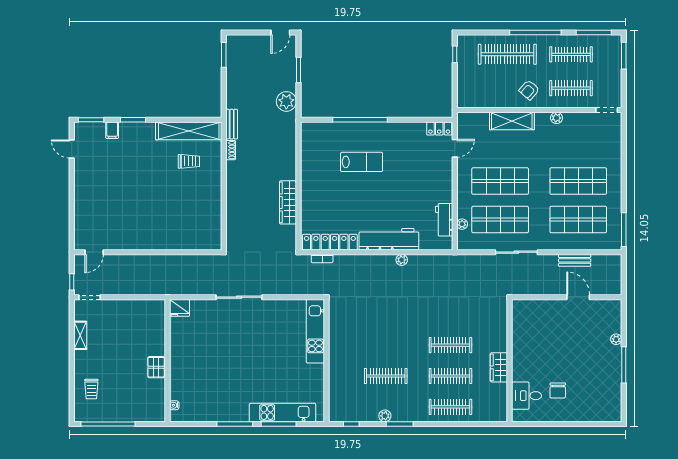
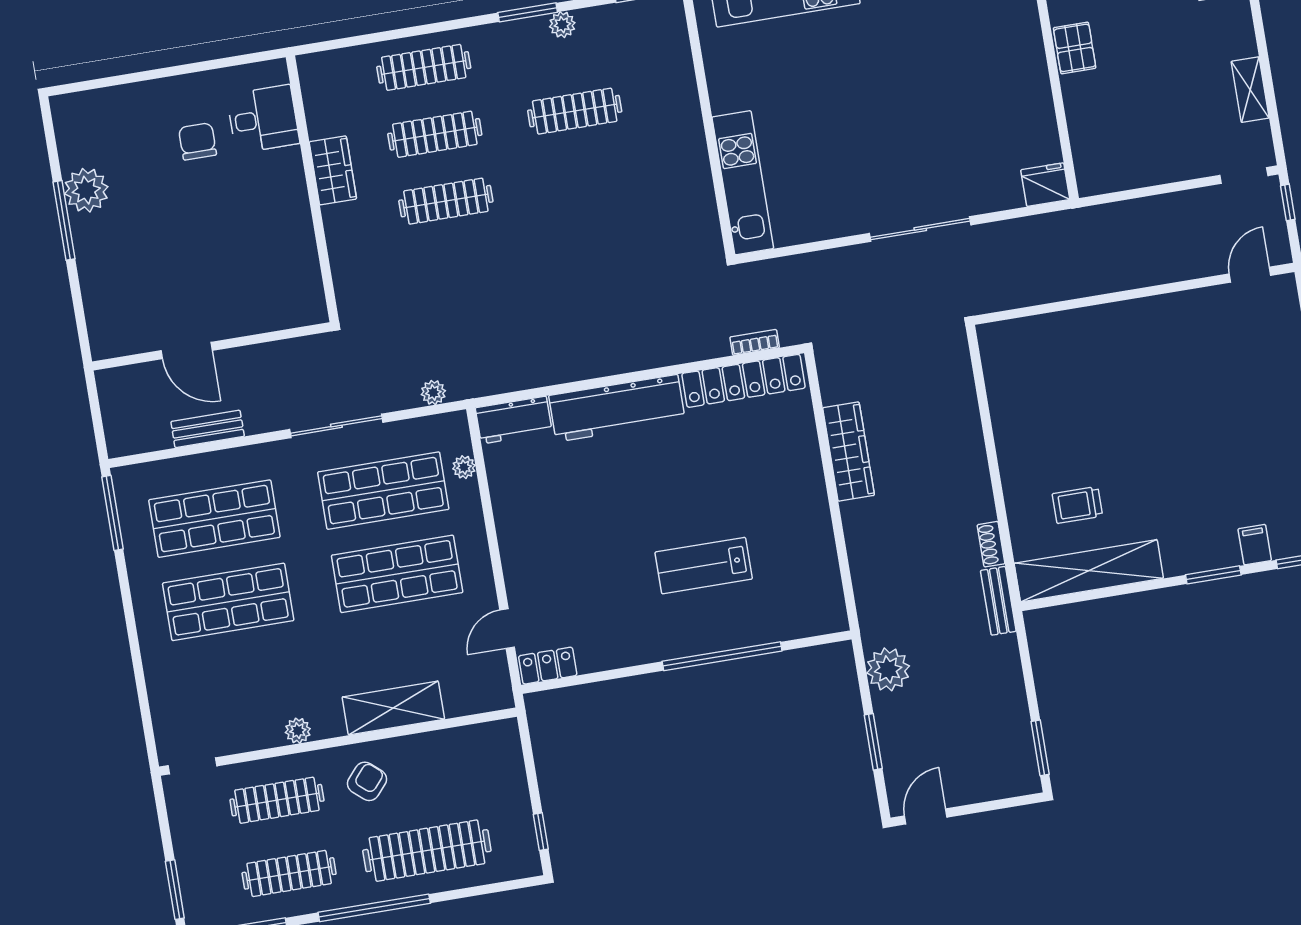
workbench: (444, 220) -> (514, 420), moved, turned 90
plant: (402, 260) -> (433, 393), moved
plant: (616, 339) -> (86, 190), moved, width x1.88, depth x1.88

